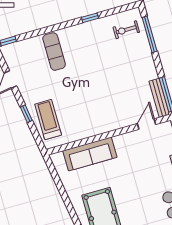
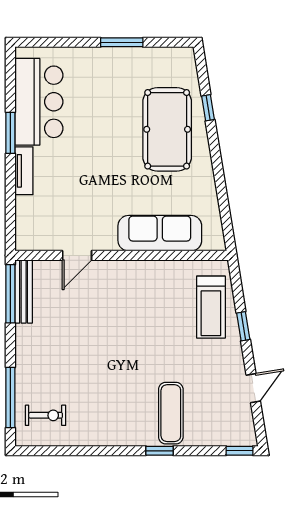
window: (90, 18) -> (160, 451), moved
door: (147, 124) -> (77, 255), moved

